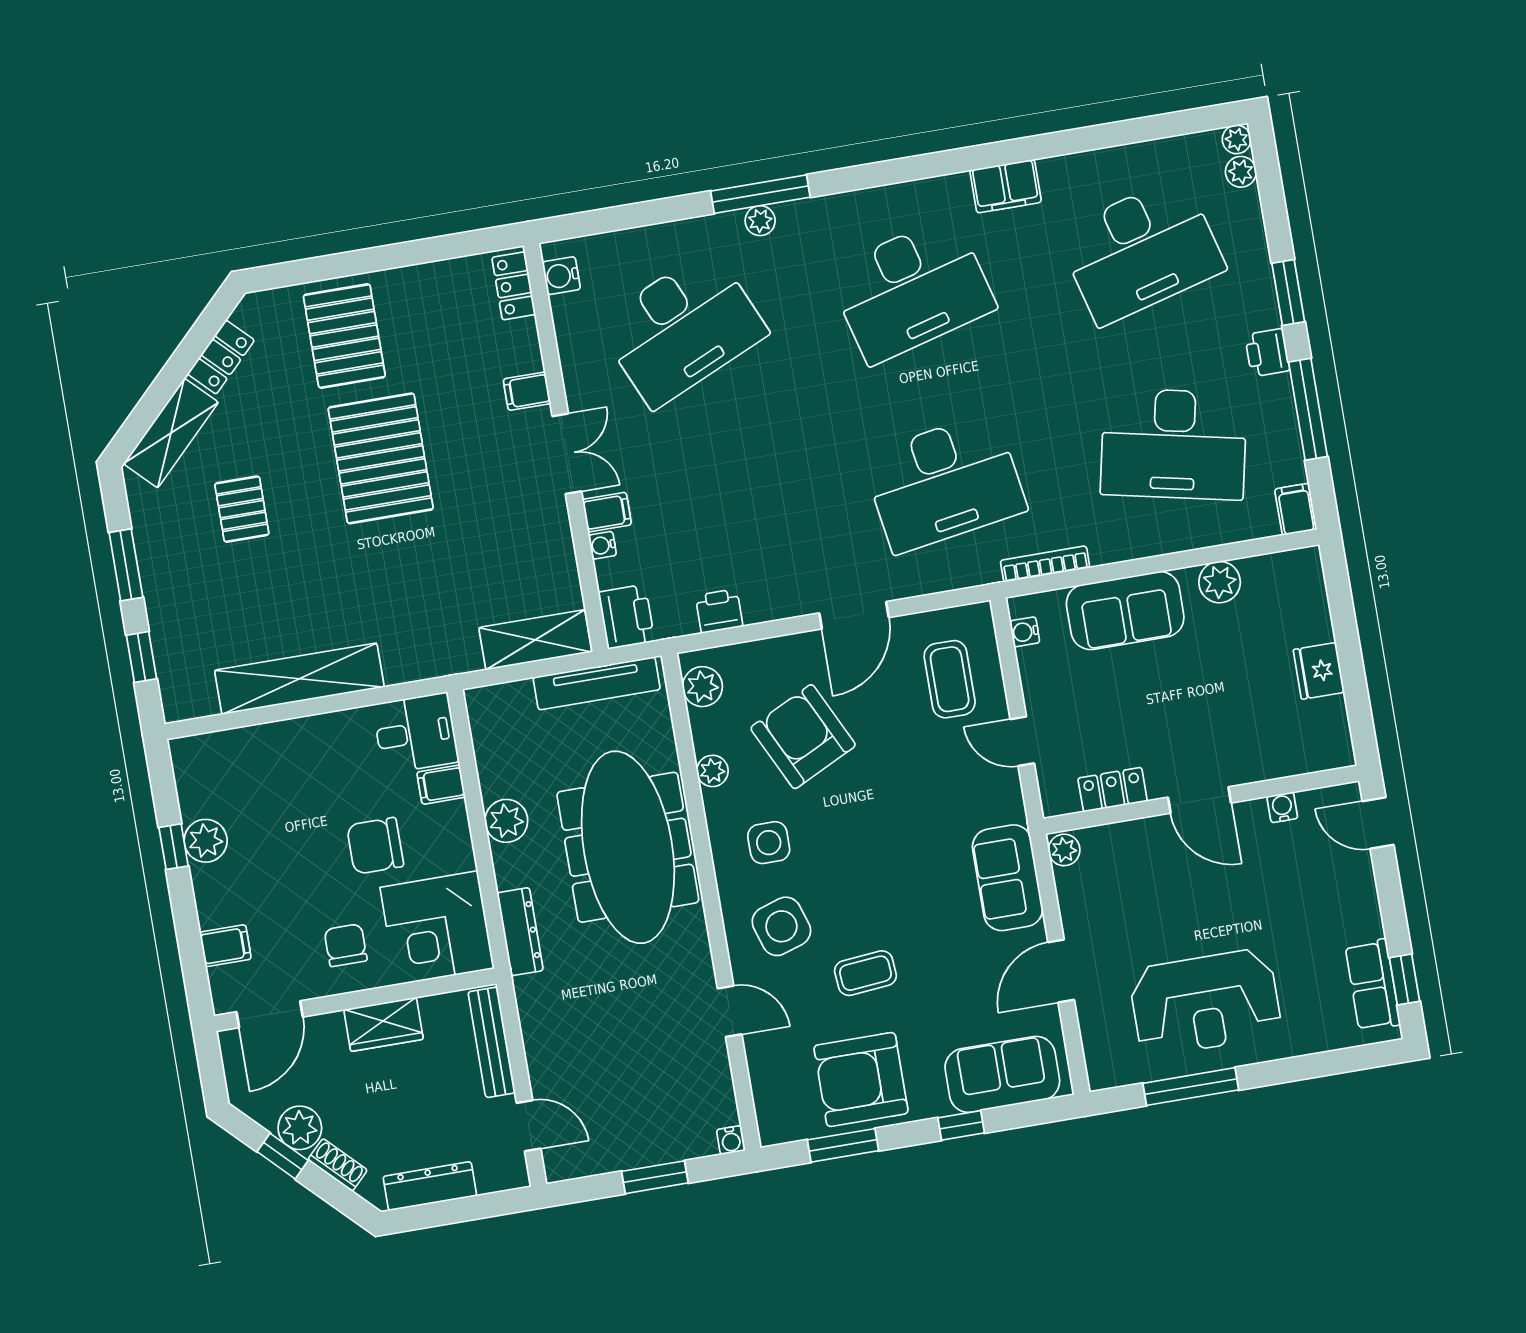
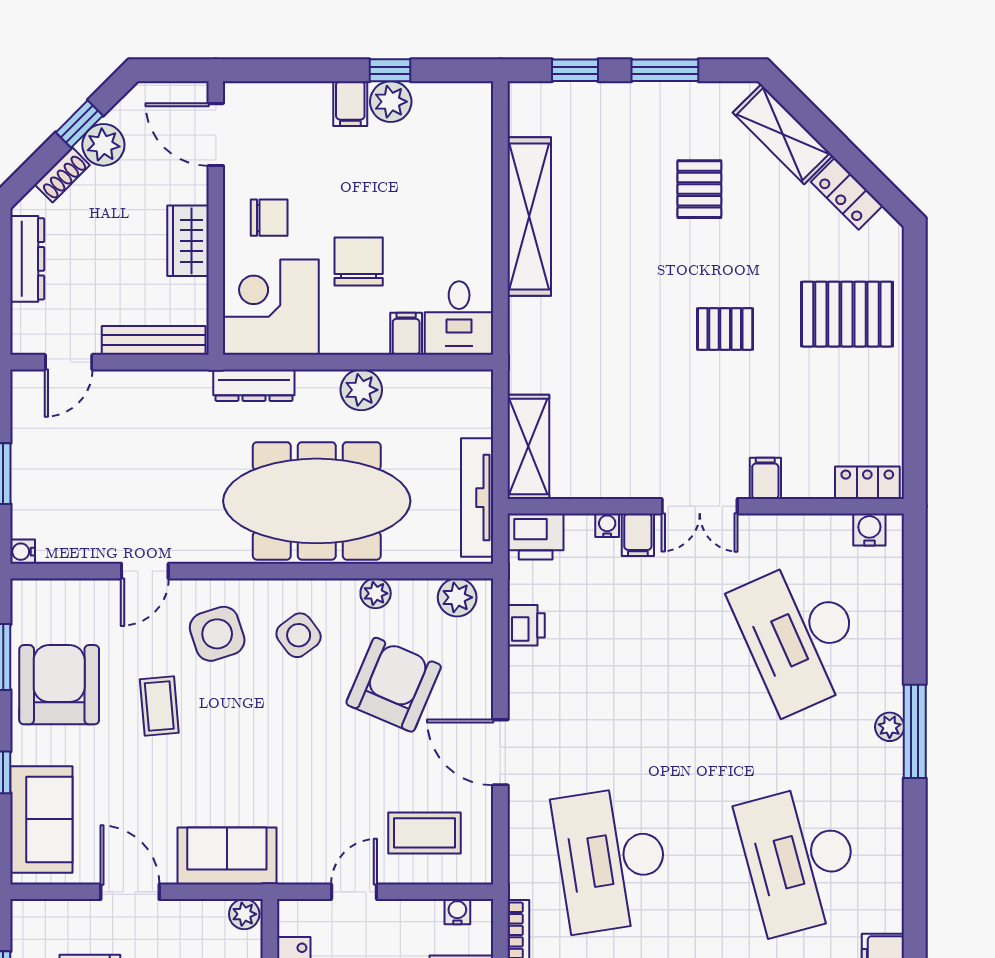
pallet: (381, 458) -> (725, 329), width x0.49, depth x0.50
pallet: (242, 509) -> (699, 189), turned 90
armchair: (803, 737) -> (394, 685), turned -41
side table: (769, 843) -> (299, 635), turned -37
filing cabinet: (225, 946) -> (350, 104), moved

